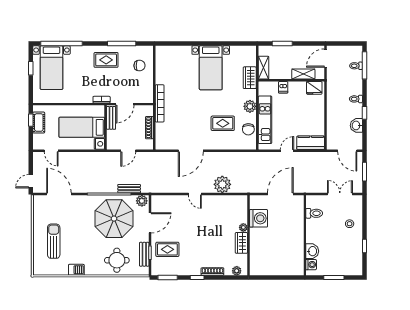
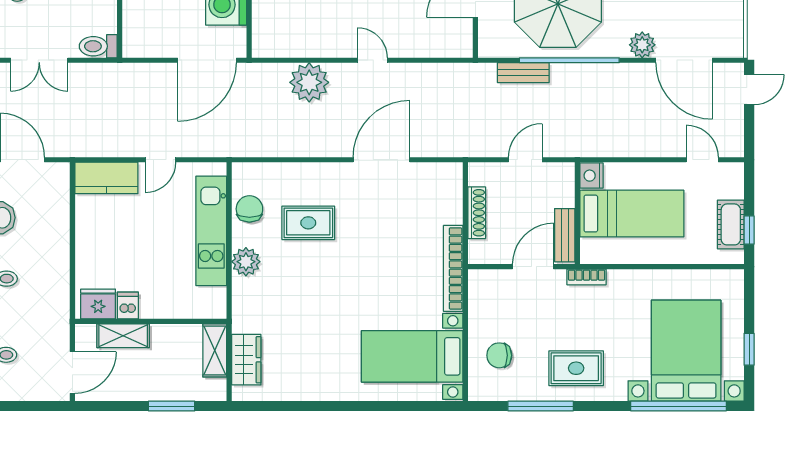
bed with nightstands: (51, 68) -> (686, 351), width x1.36
bed with nightstands: (211, 68) -> (412, 356), moved, turned -90
wardrobe: (250, 78) -> (246, 360), moved
dishwasher: (283, 87) -> (128, 306), moved
door: (280, 194) -> (207, 60), moved
plant: (142, 201) -> (642, 45), moved
toilet: (314, 213) -> (98, 46), moved

